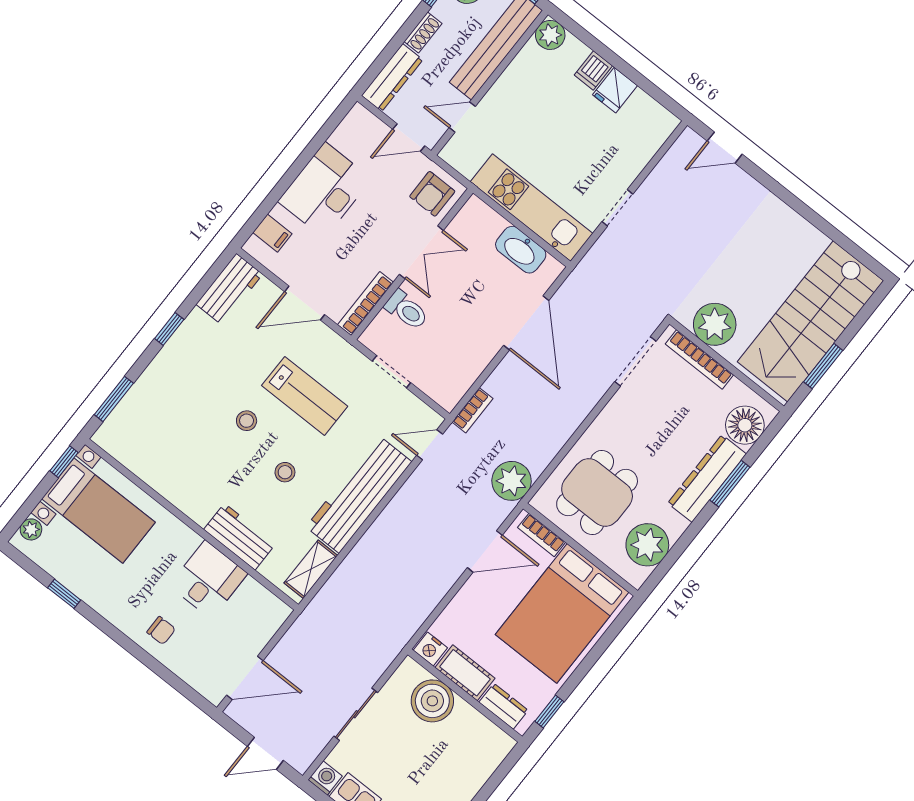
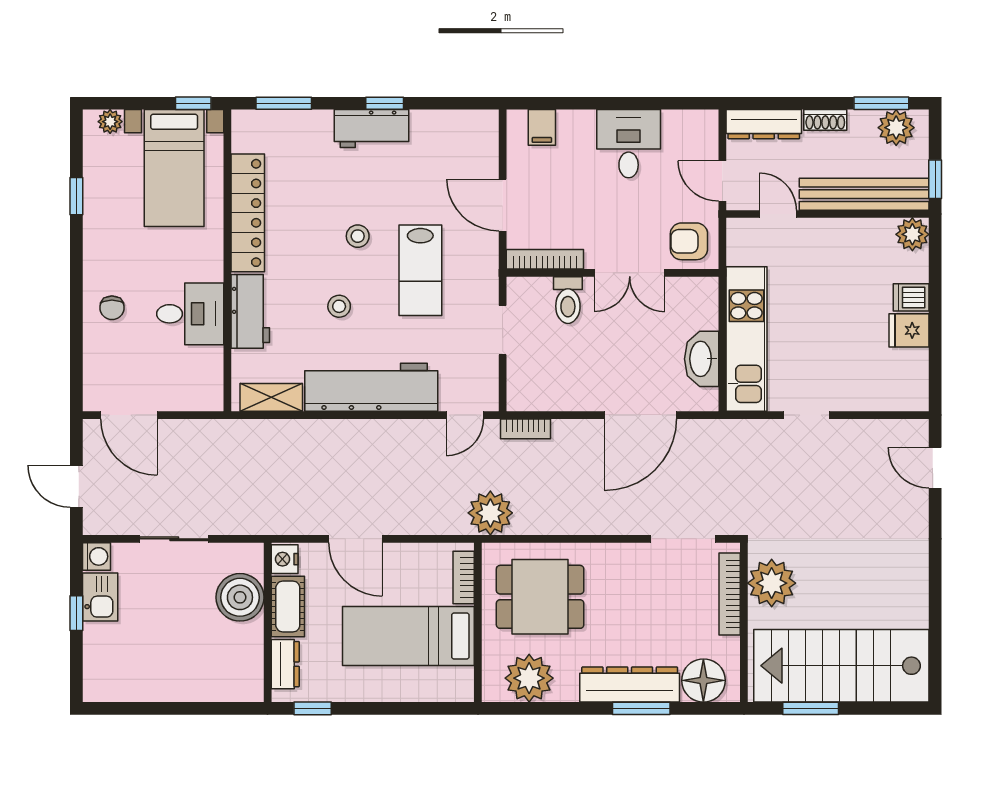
desk: (325, 190) -> (629, 144), width x0.73
workbench: (229, 289) -> (372, 129), moved
door: (430, 445) -> (465, 415), swing flipped
locker: (170, 484) -> (248, 213), added
door: (485, 551) -> (355, 539), moved
bed: (562, 613) -> (408, 636), width x0.67

